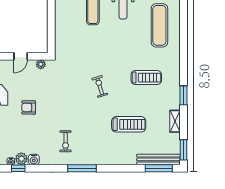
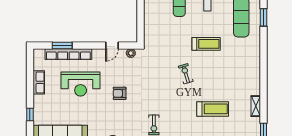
treadmill: (146, 78) -> (206, 44), moved
window: (183, 95) -> (264, 17), moved

